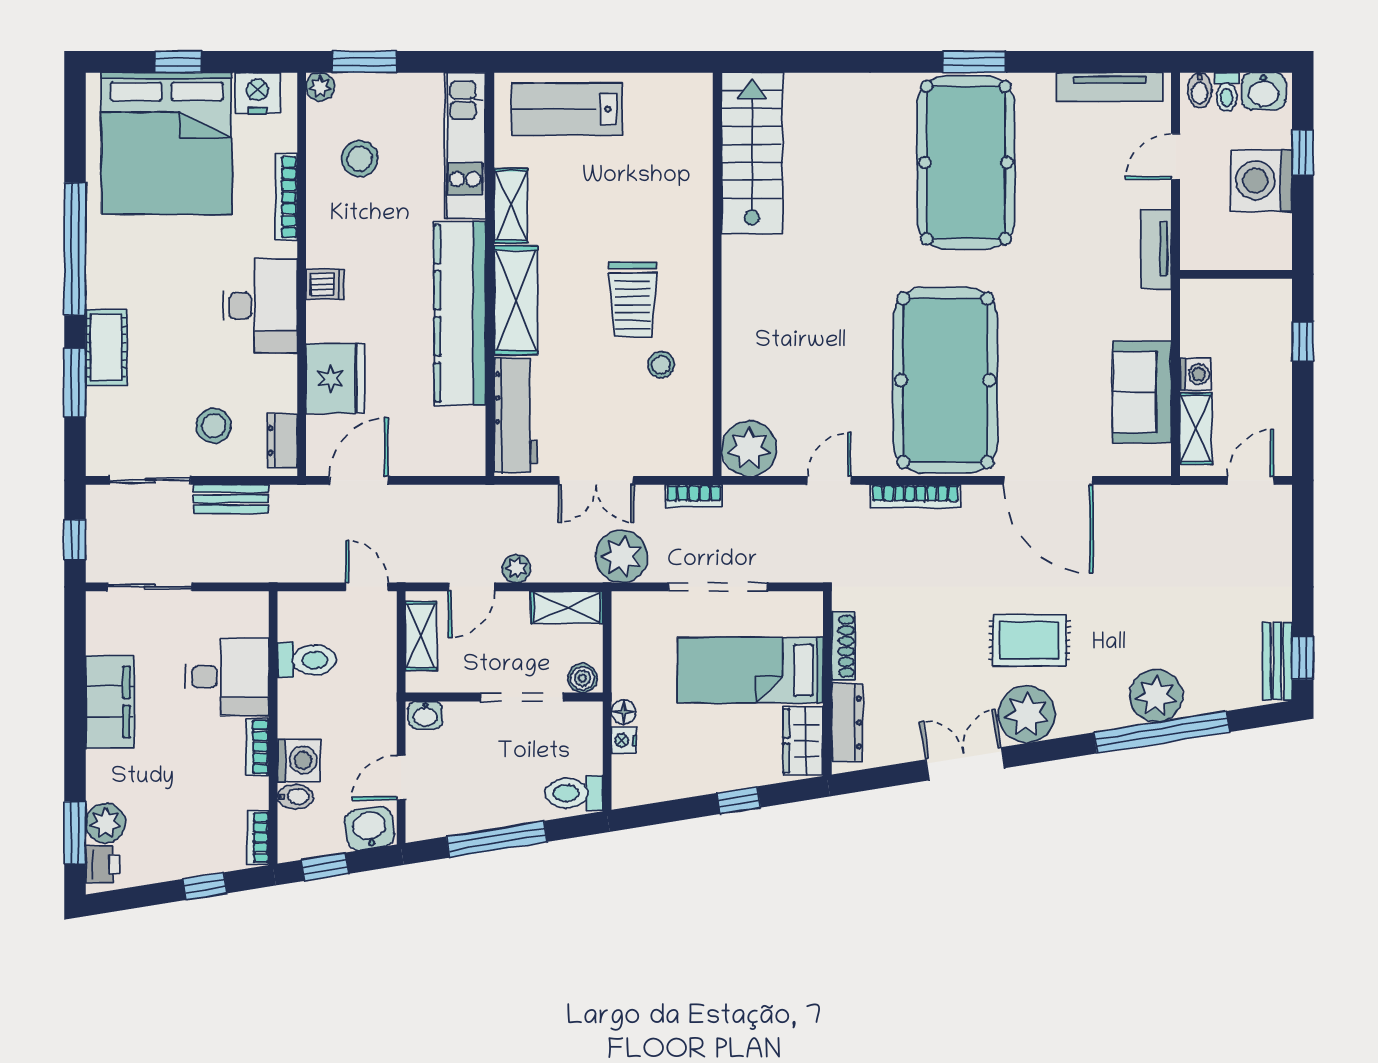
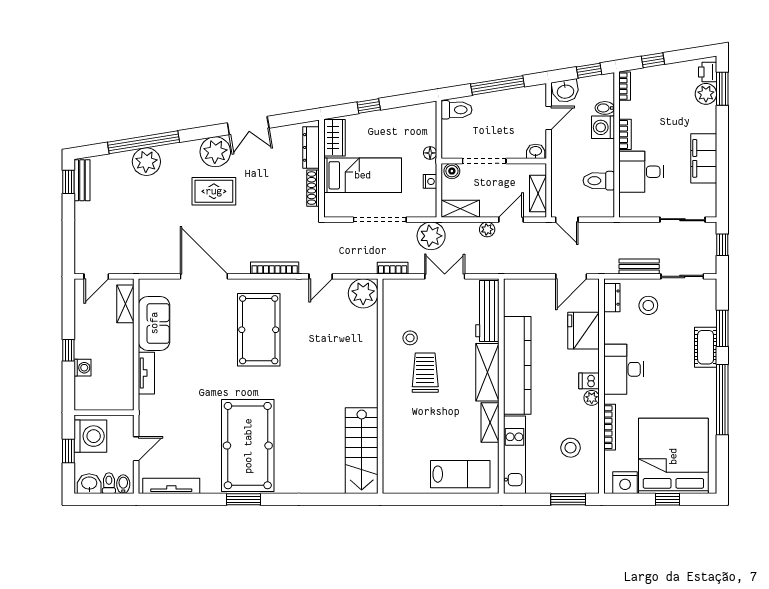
plant: (320, 87) -> (592, 398), moved
tv unit: (1156, 249) -> (146, 373), moved
wall: (1236, 274) -> (104, 413), moved
washing machine: (1196, 374) -> (83, 368), moved, turned 180
pool table: (945, 380) -> (259, 330), width x0.73, depth x0.76
nightstand: (624, 740) -> (430, 181), moved

